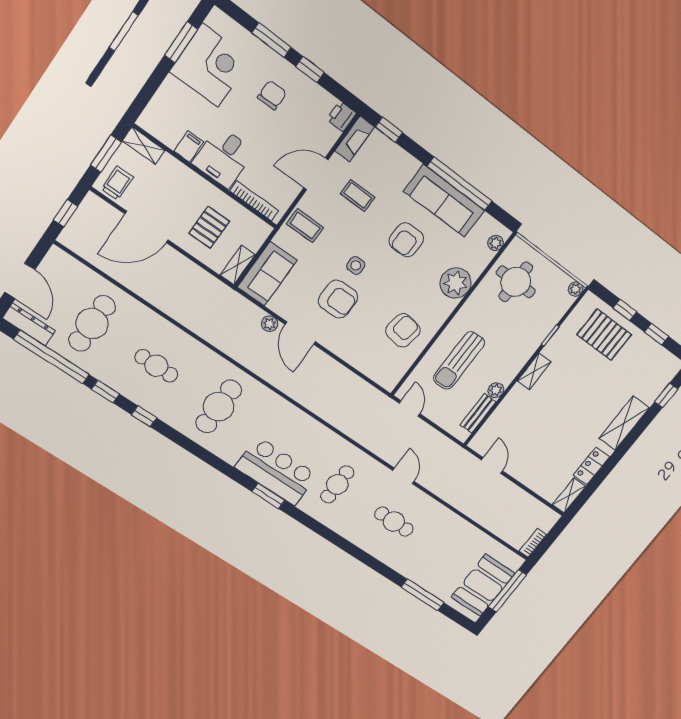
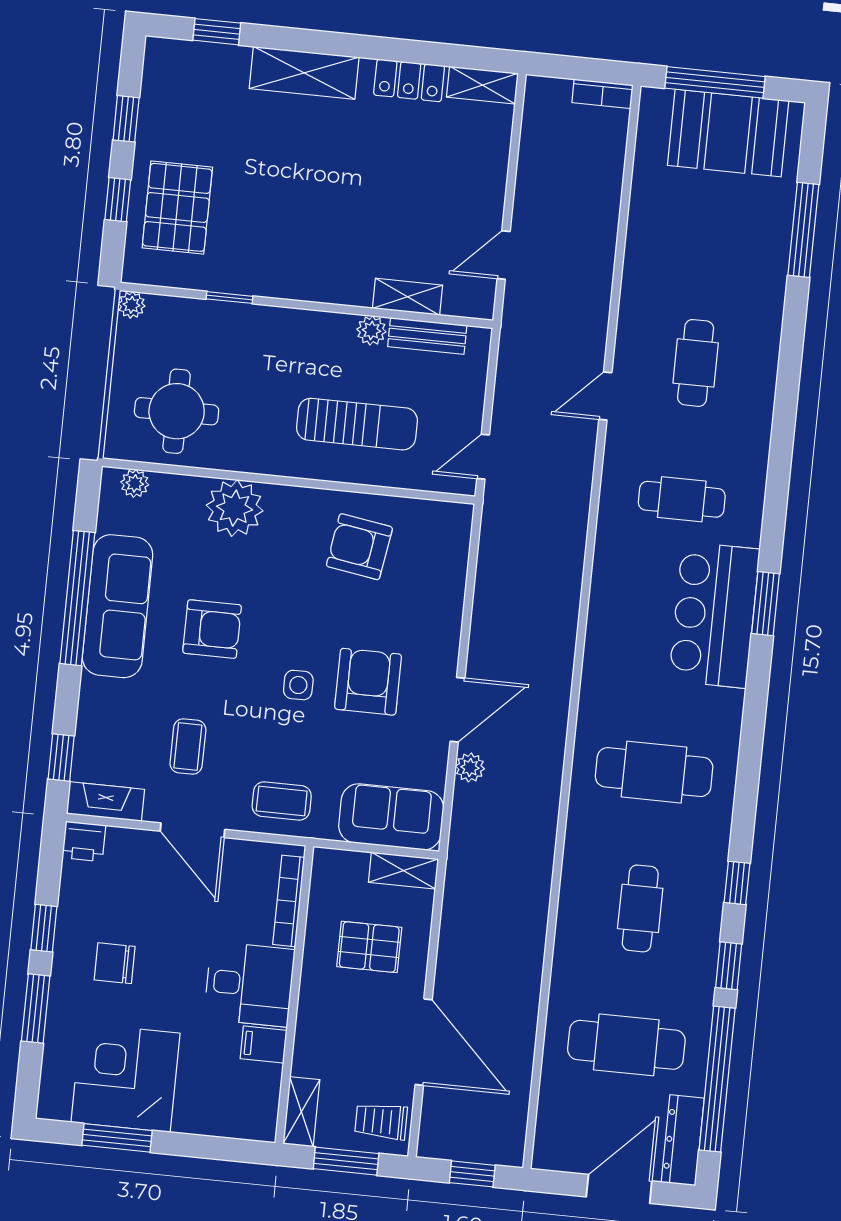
coffee table: (305, 226) -> (282, 801), turned 90
shelving: (534, 371) -> (408, 297), moved

